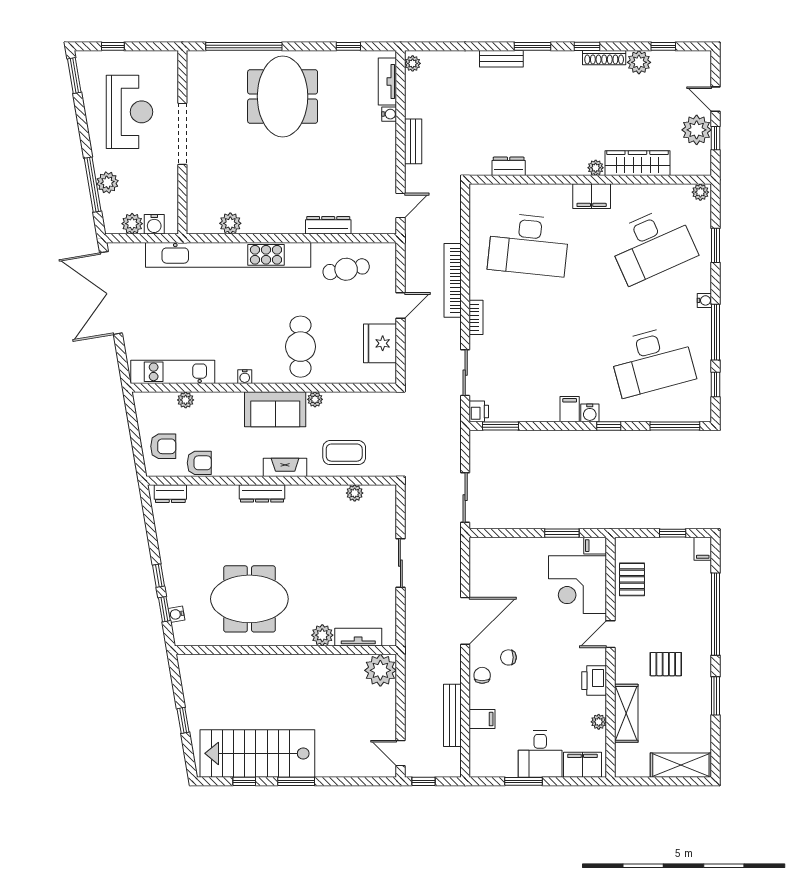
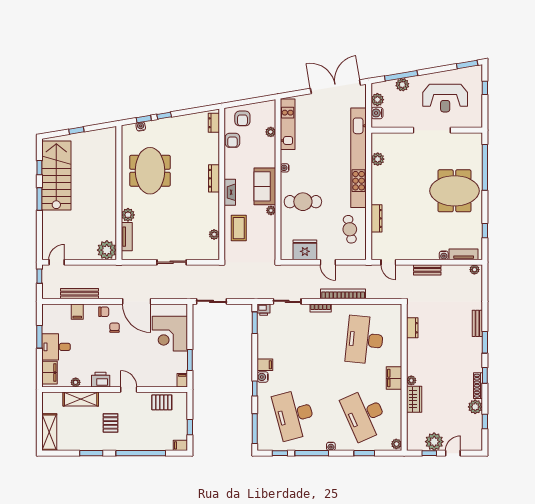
wardrobe: (637, 163) -> (414, 399), width x0.67
corner desk: (578, 585) -> (170, 334), moved, turned -90

